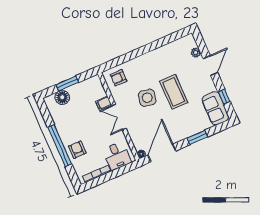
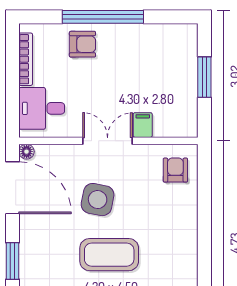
floor lamp: (62, 97) -> (184, 58), removed
side table: (147, 98) -> (98, 200), moved

